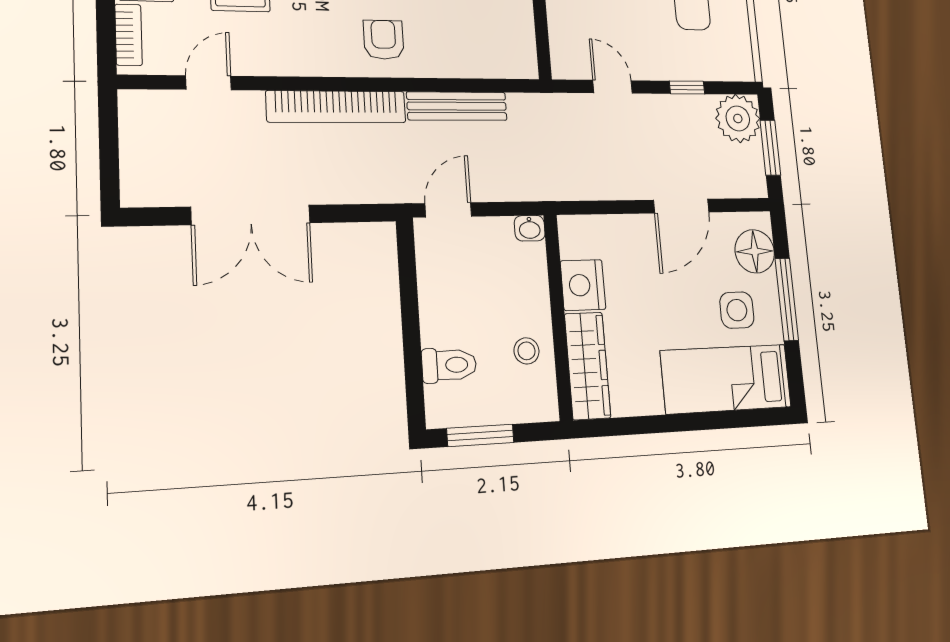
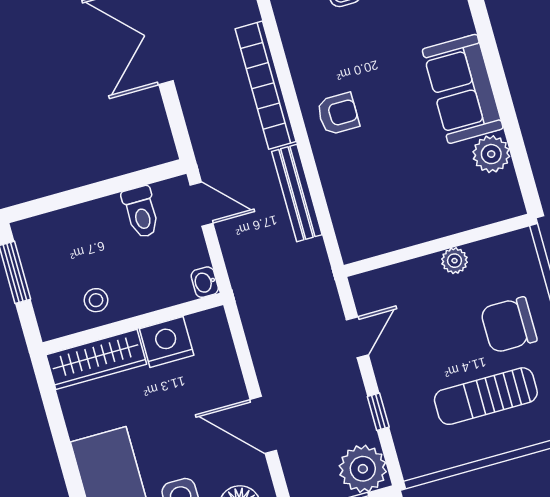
toilet: (449, 365) -> (141, 212), moved

